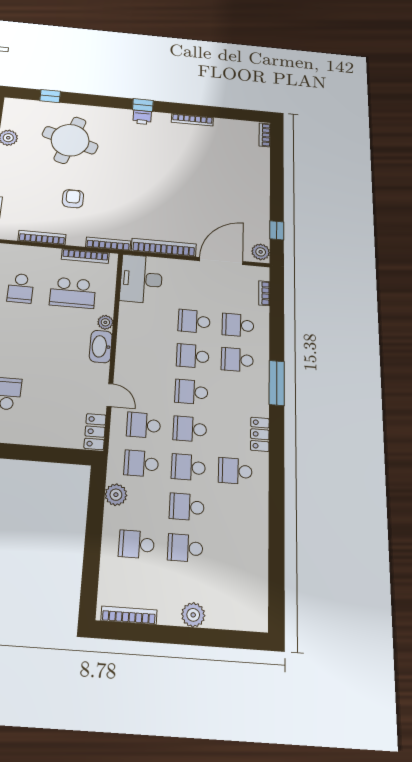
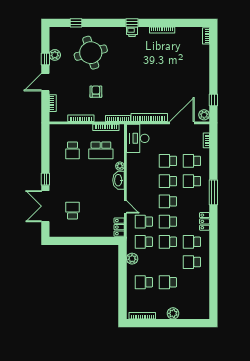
round table: (70, 140) -> (91, 53), turned -33
school desk: (187, 507) -> (192, 262), moved

